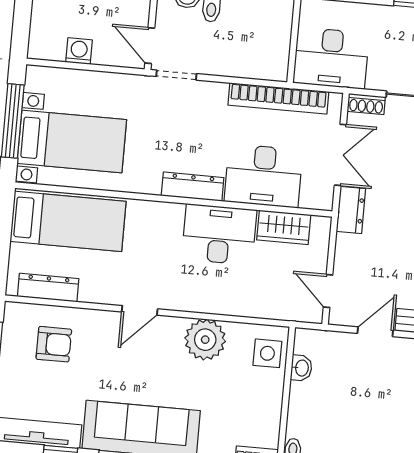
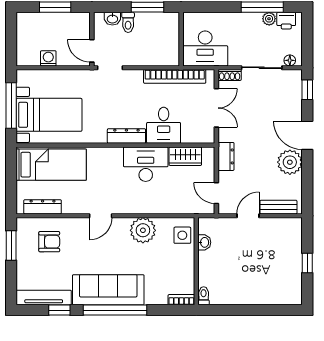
desk: (264, 176) -> (164, 125), width x0.73
dresser: (351, 210) -> (226, 156), moved

